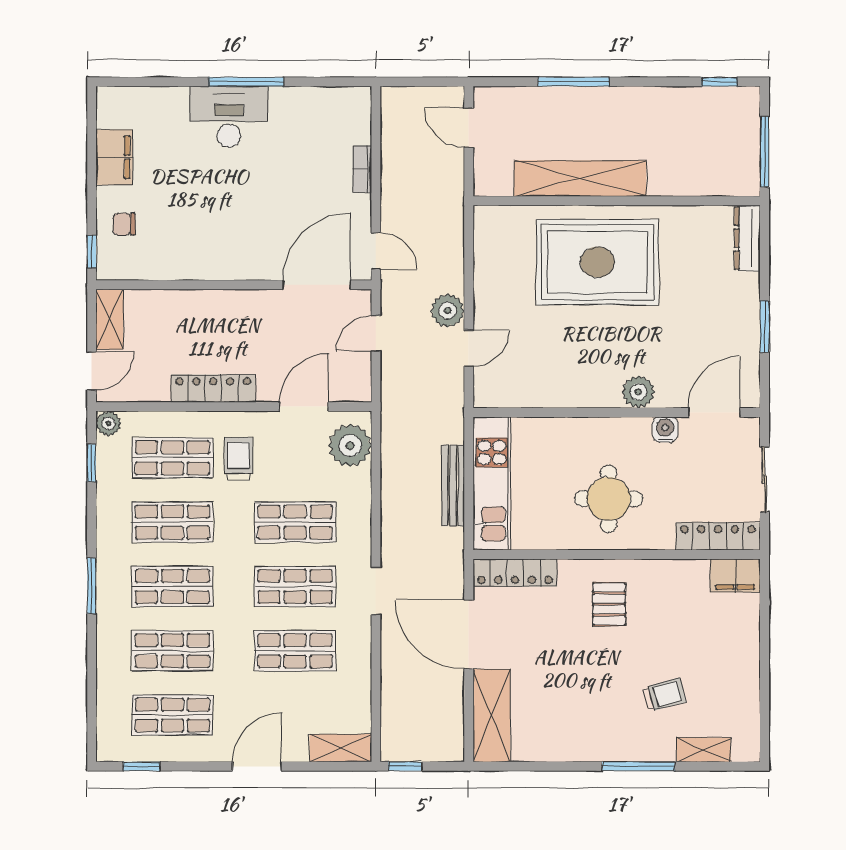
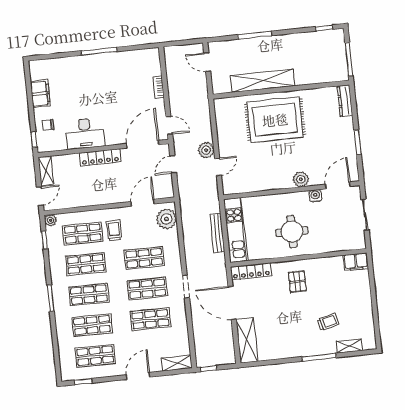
desk: (229, 117) -> (85, 133), moved, turned 180
locker: (213, 388) -> (100, 157), moved, turned 180
locker: (718, 536) -> (346, 244), removed

